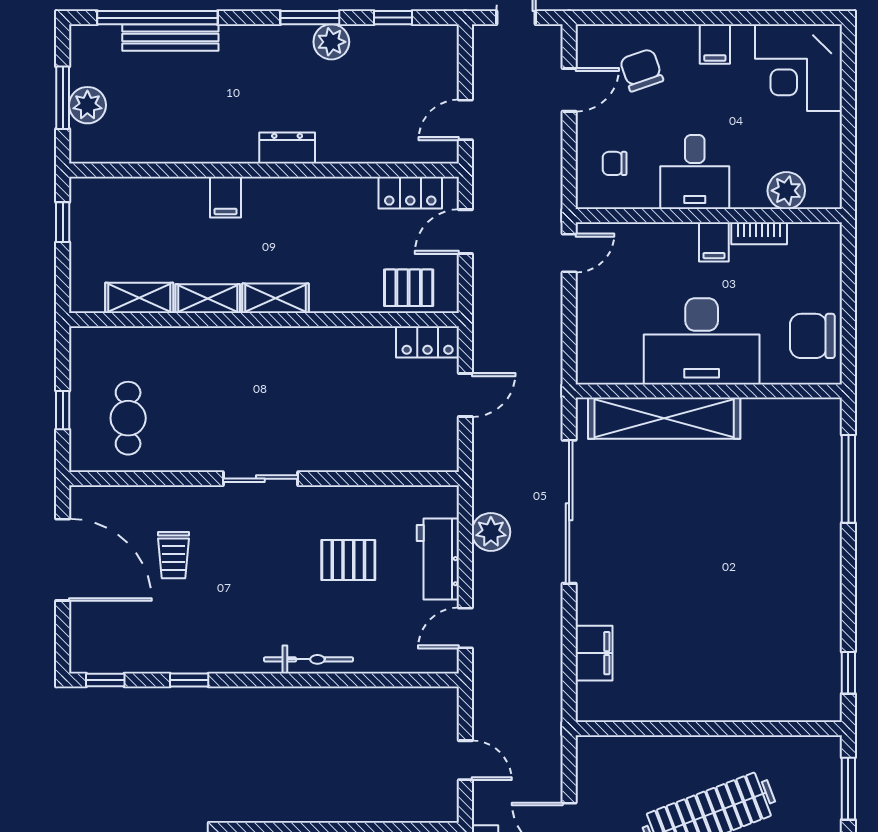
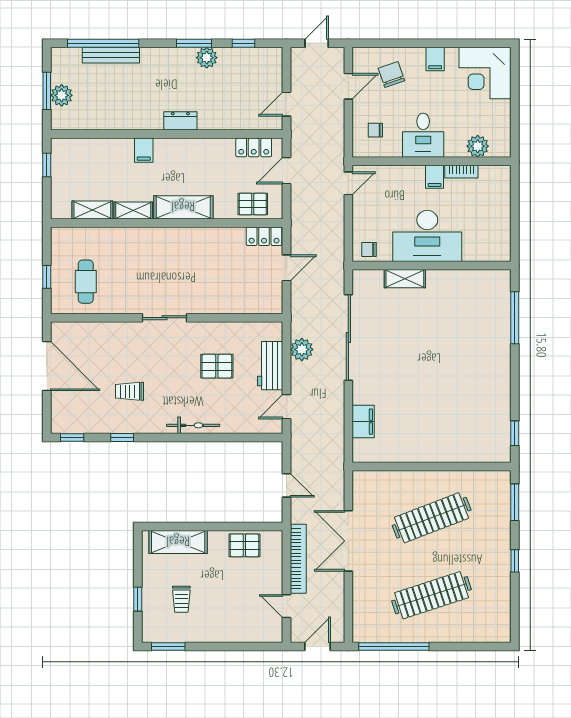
shelving: (275, 298) -> (183, 207), width x1.50, depth x1.33
chair: (812, 336) -> (369, 249), moved, width x0.54, depth x0.54
shelving: (664, 418) -> (405, 279), width x0.45, depth x0.75
trolley: (174, 555) -> (129, 391), moved, turned 90

